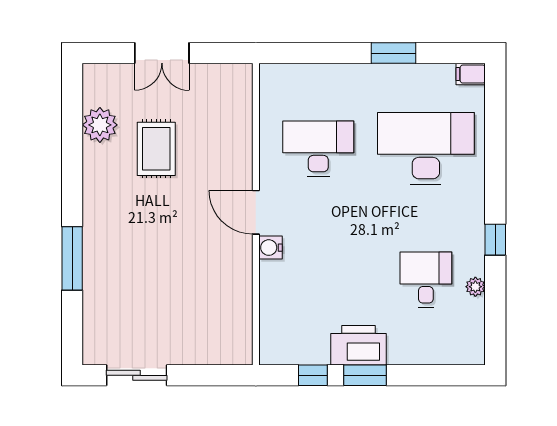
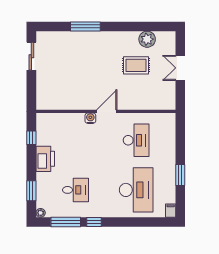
plant: (475, 287) -> (41, 213), moved
window: (495, 301) -> (66, 222), added
window: (365, 375) -> (31, 191), moved

